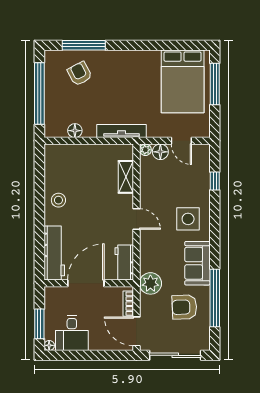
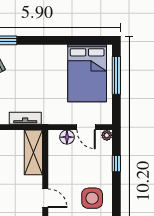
tv unit: (122, 131) -> (25, 118), width x0.71
plant: (145, 150) -> (107, 135), moved
shelving: (126, 177) -> (33, 152), width x1.50, depth x1.33

